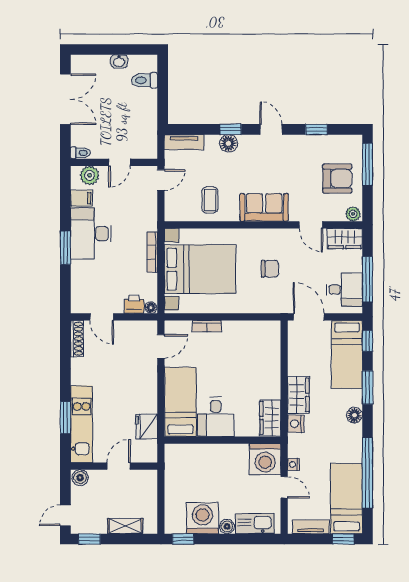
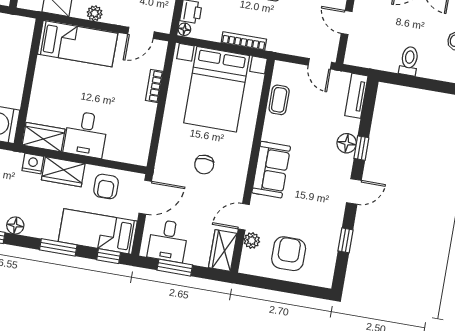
toilet: (144, 80) -> (409, 61), moved
window: (367, 165) -> (298, 289), removed
armchair: (337, 179) -> (289, 254), turned 180
coffee table: (210, 200) -> (279, 100), moved, turned 90
plant: (353, 214) -> (252, 241), moved
window: (367, 279) -> (175, 268), width x0.69
door: (161, 346) -> (141, 33), hinge flipped
armchair: (305, 354) -> (106, 186), added
plant: (150, 391) -> (95, 13), added
floor lamp: (354, 415) -> (15, 225), moved
desk: (216, 417) -> (86, 134), moved, turned -90

